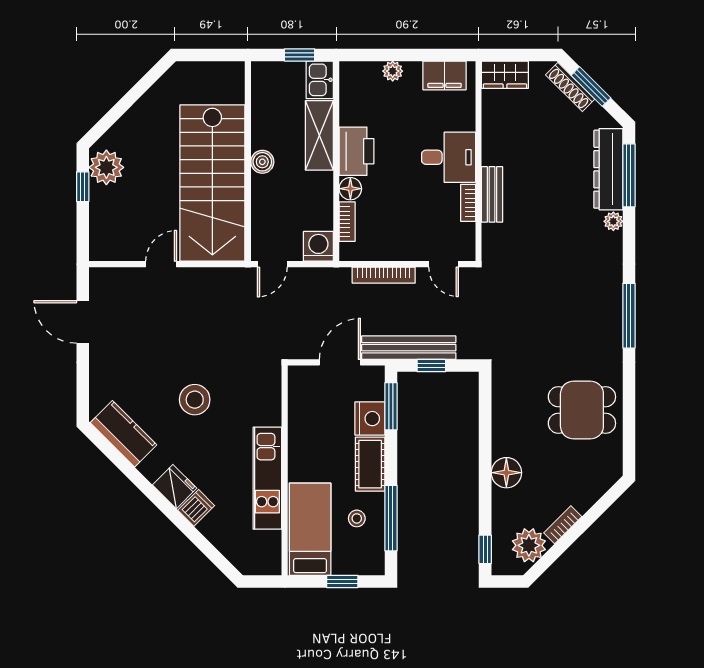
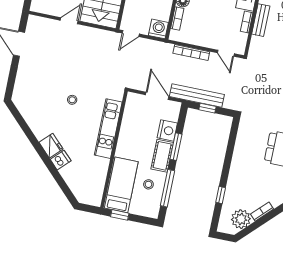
door: (340, 362) -> (157, 96), hinge flipped
stool: (195, 400) -> (72, 100), width x0.53, depth x0.53
window: (391, 406) -> (176, 147), moved
kitchen counter: (123, 434) -> (29, 111), removed
floor lamp: (506, 473) -> (237, 176), removed
kitchen unit: (267, 478) -> (108, 129), moved
window: (485, 549) -> (221, 195), moved
window: (342, 581) -> (120, 215), moved

